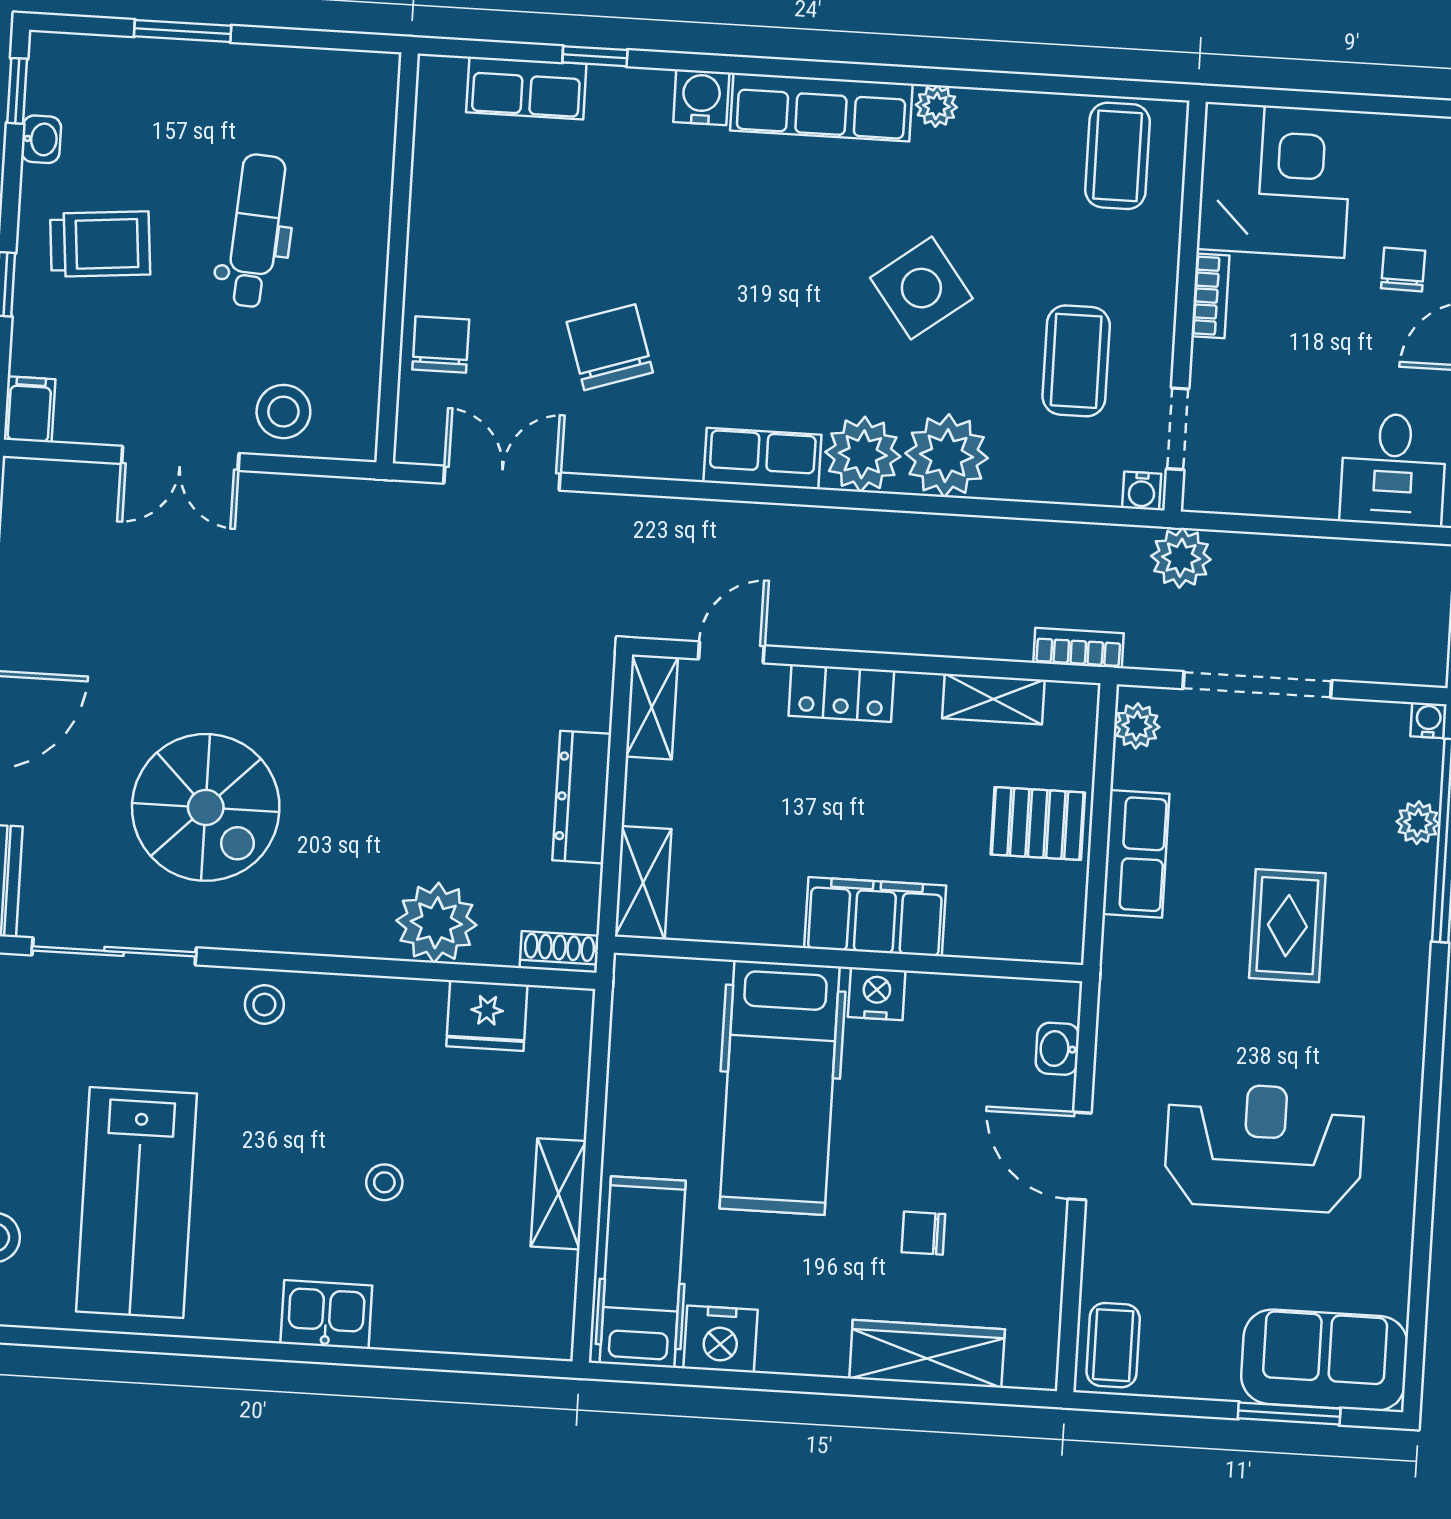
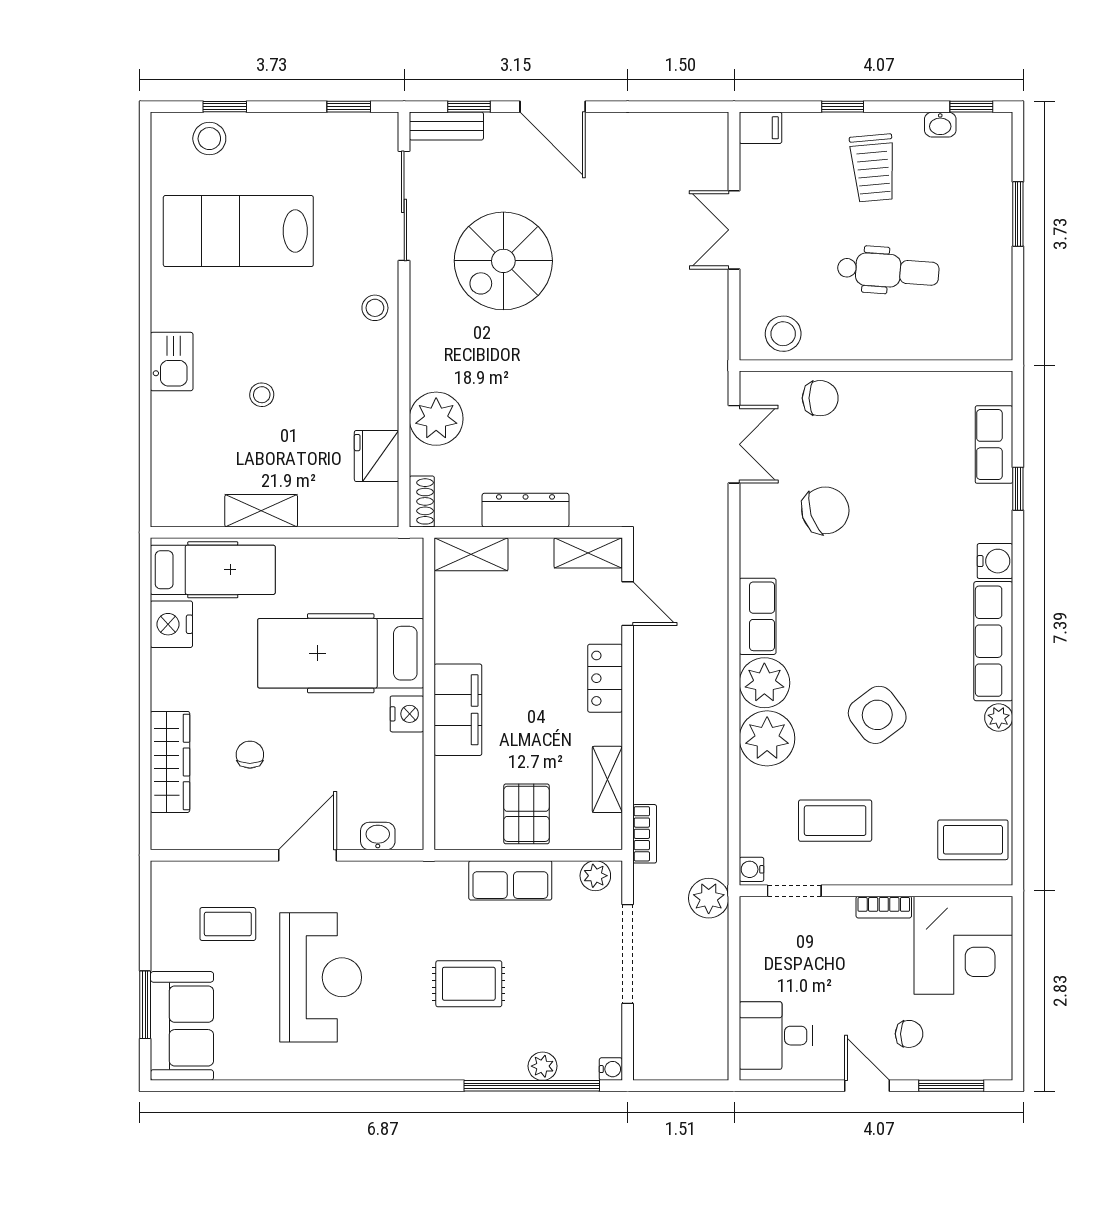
stool: (283, 412) -> (783, 334), moved
coffee table: (1113, 1345) -> (228, 924), moved

